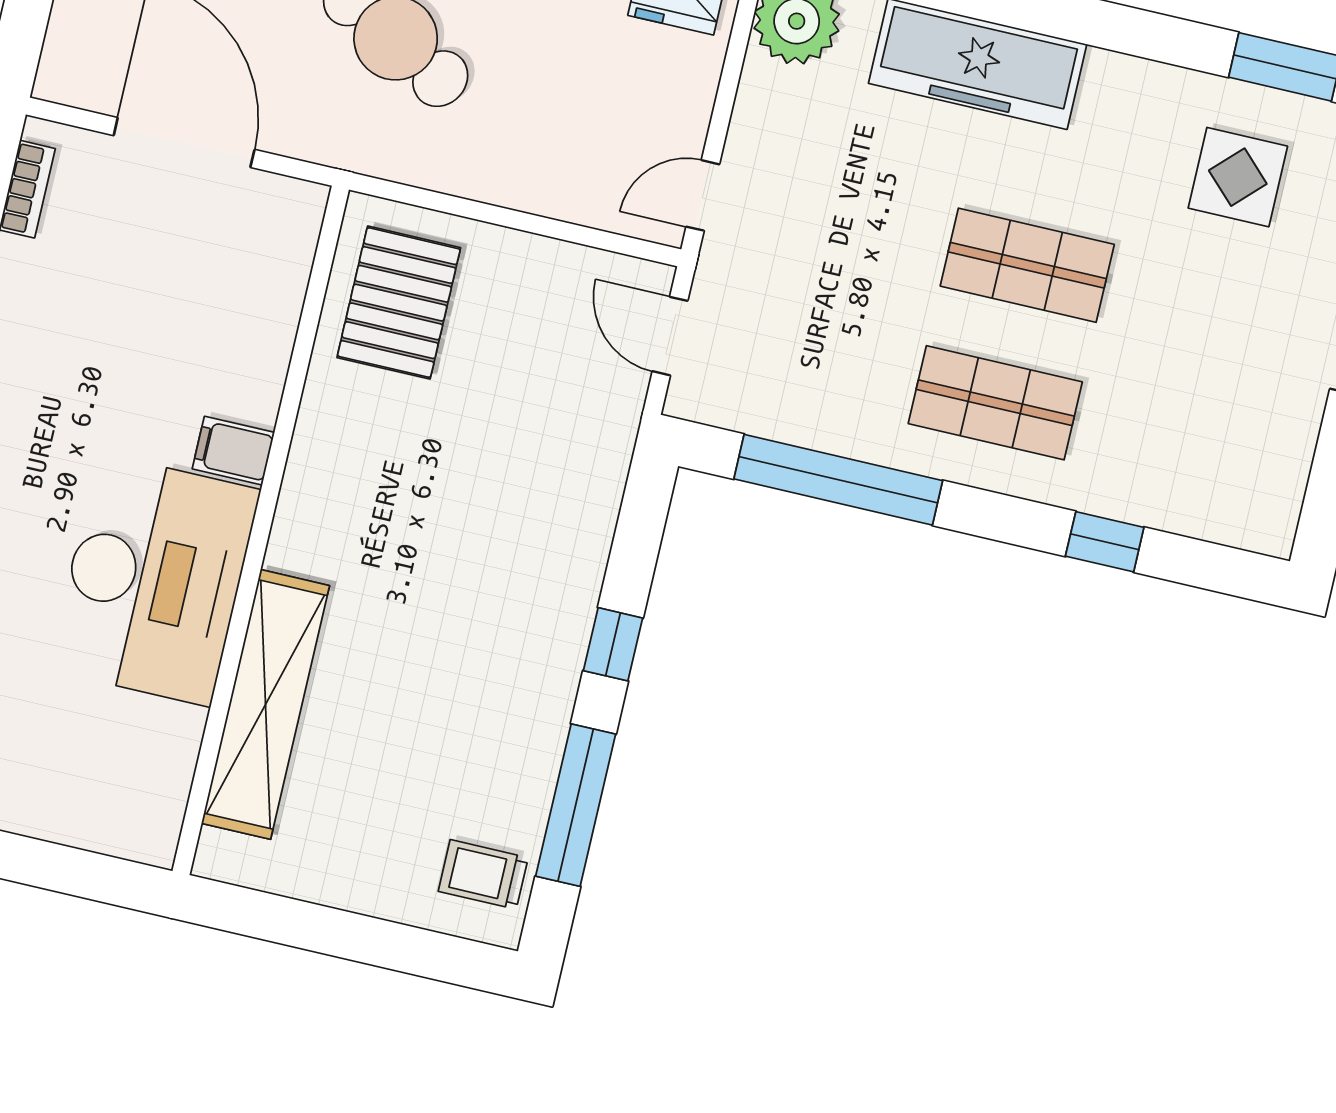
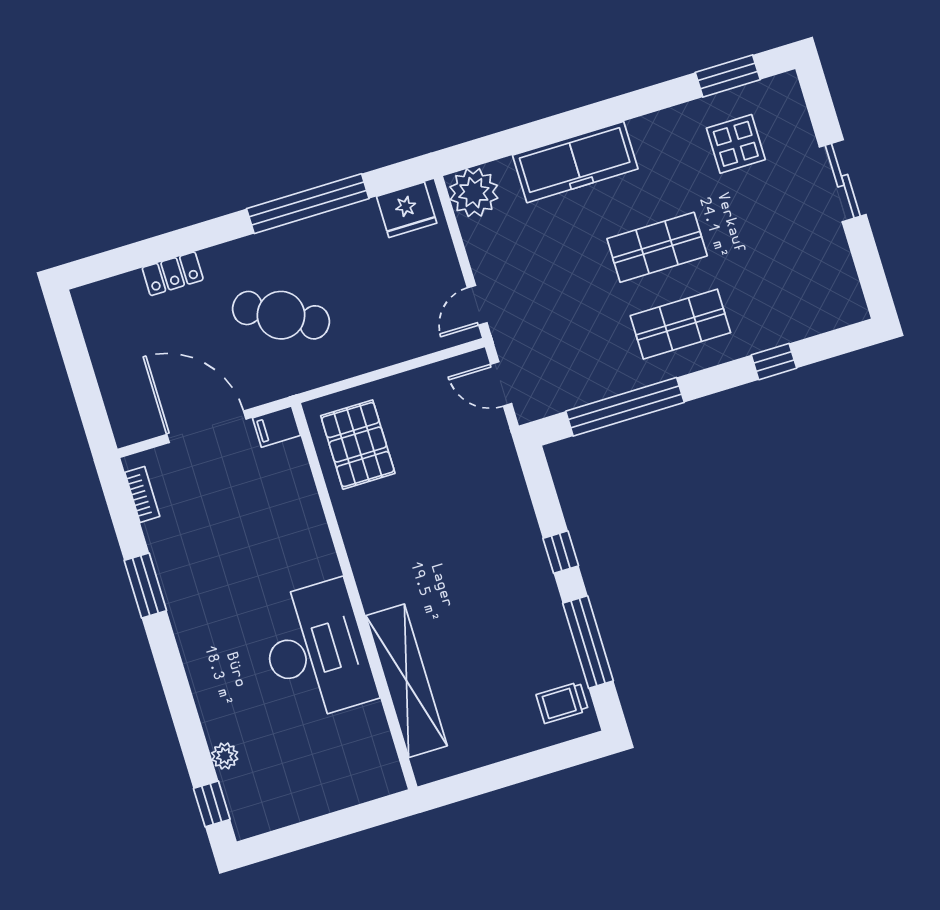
filing cabinet: (233, 451) -> (276, 427), moved

